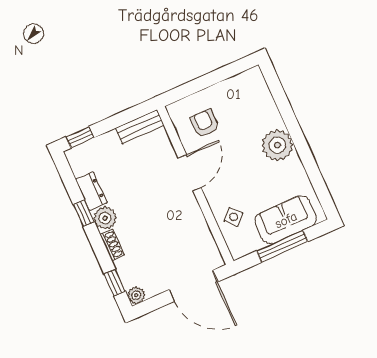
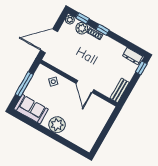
armchair: (204, 123) -> (94, 112), removed
dresser: (91, 191) -> (133, 56), moved
window: (84, 213) -> (103, 30), moved
plant: (105, 218) -> (82, 28), moved
sofa: (286, 220) -> (31, 109), moved, turned -90

